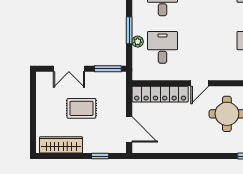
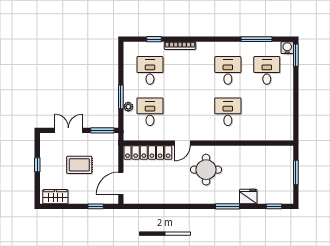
double door: (69, 69) -> (68, 130), swing flipped
window: (33, 108) -> (37, 165), added
door: (129, 129) -> (121, 183), swing flipped
wardrobe: (61, 145) -> (55, 197), width x0.67

